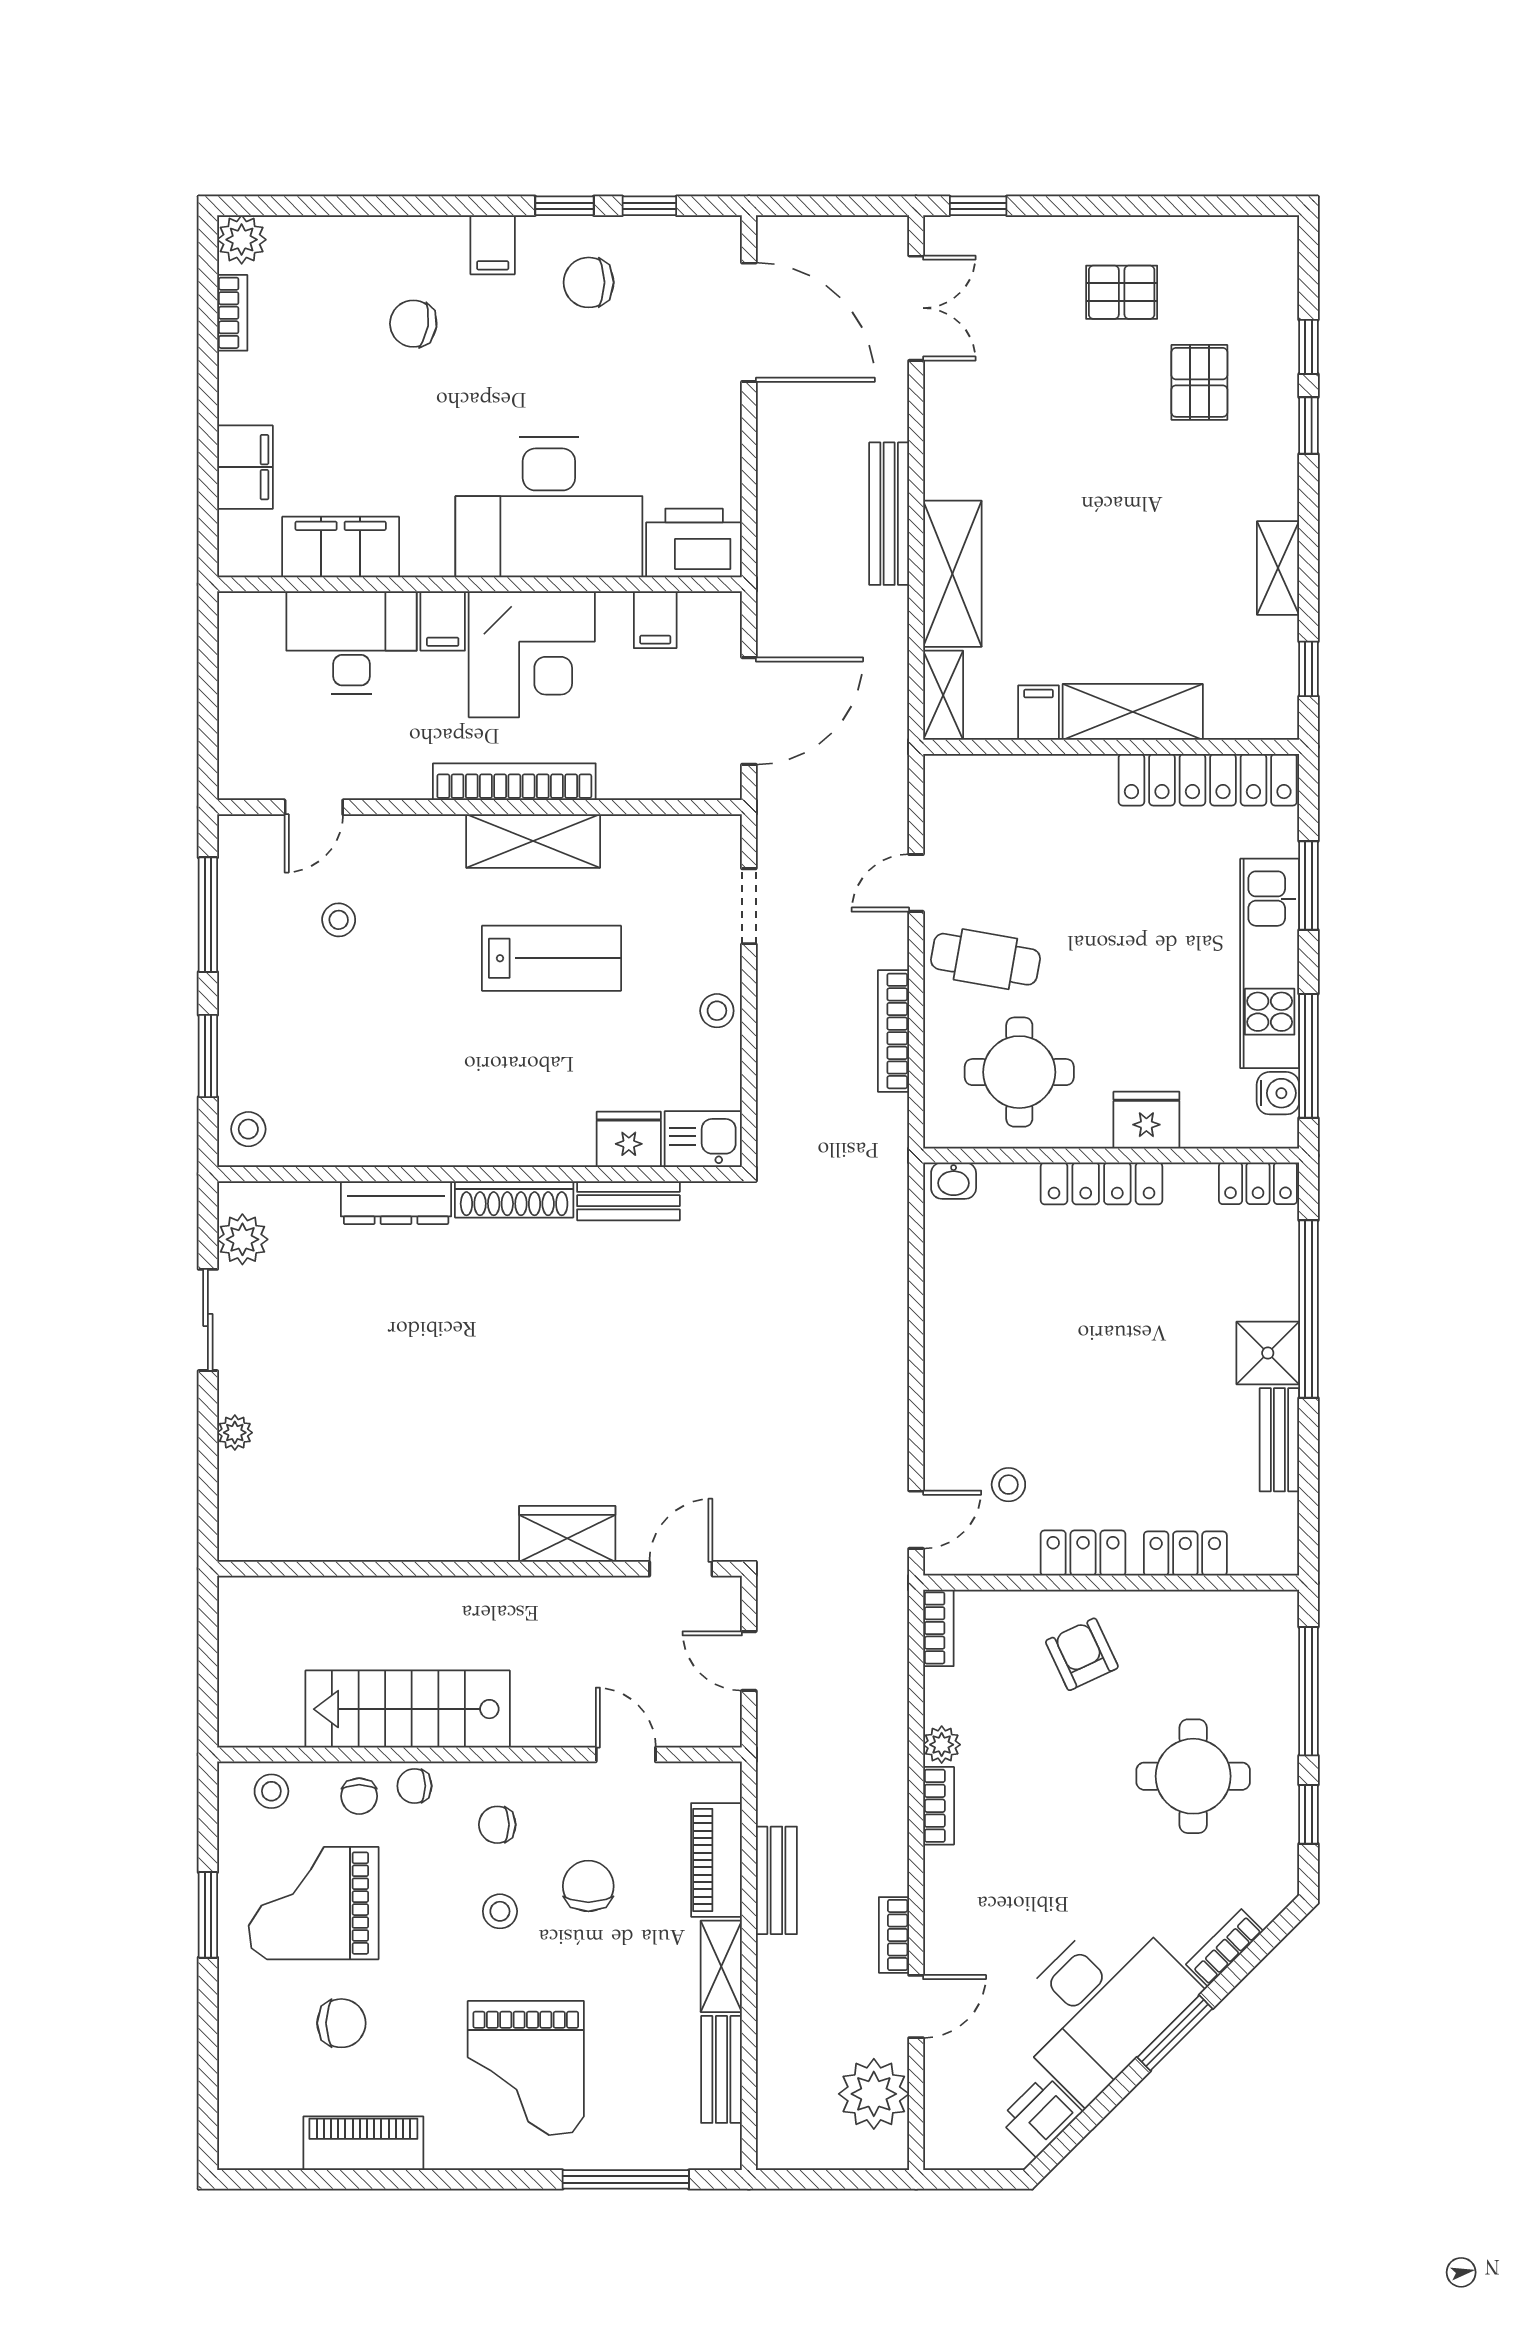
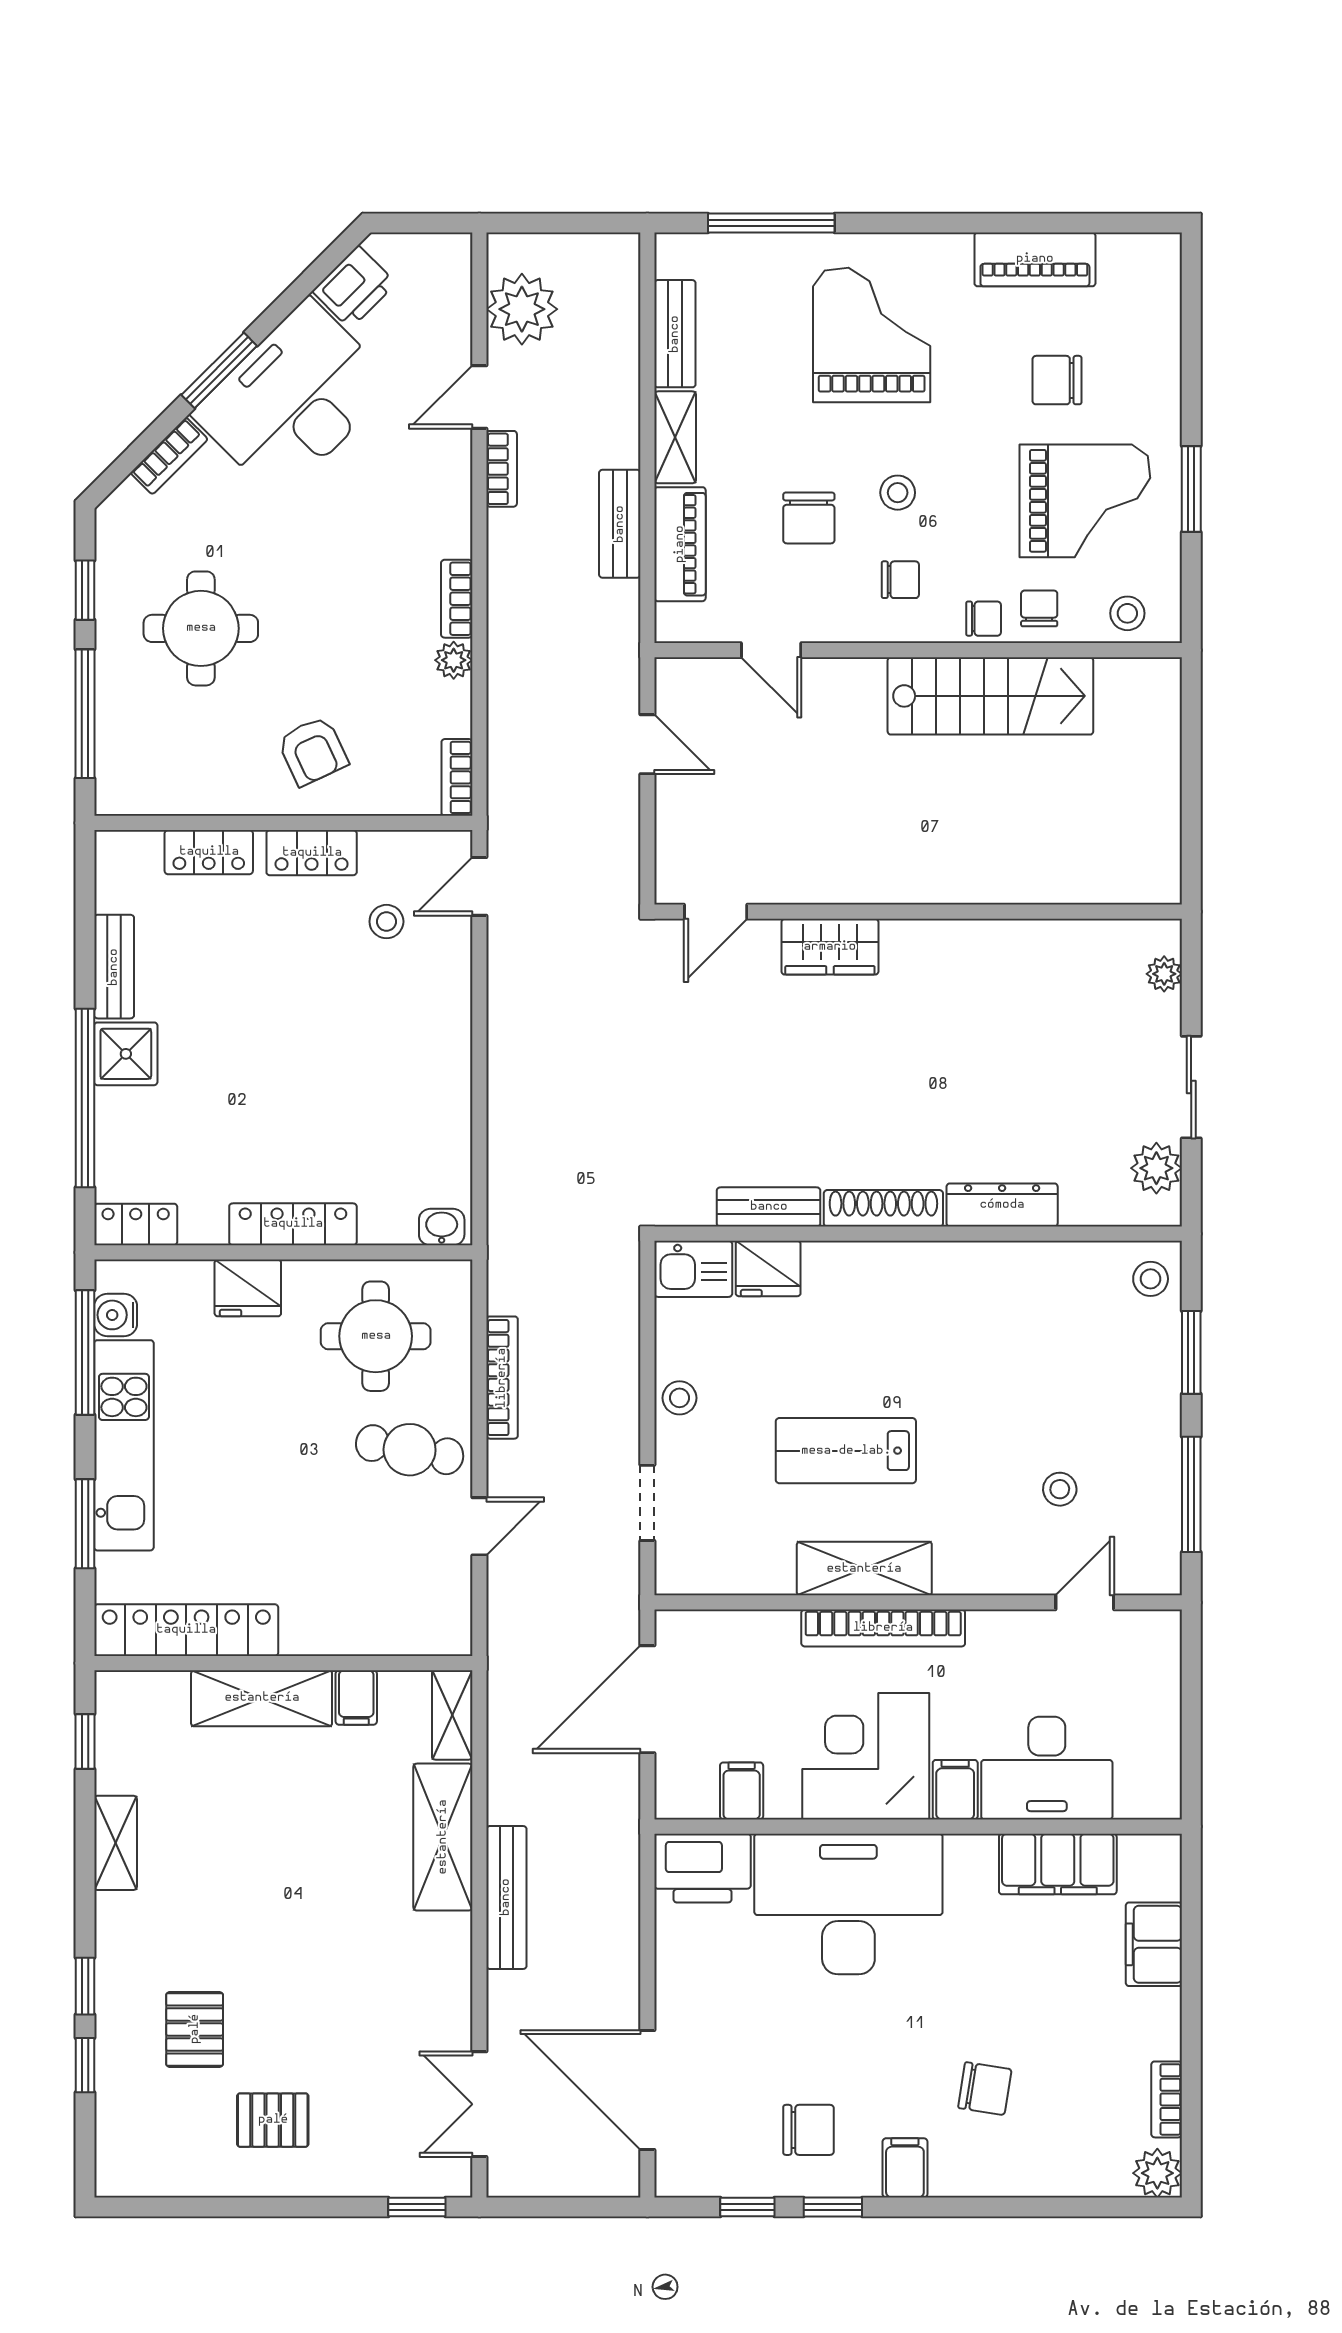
wardrobe: (567, 1534) -> (830, 947), moved
wall: (480, 1569) -> (918, 912), moved
door: (681, 1569) -> (716, 912), moved

